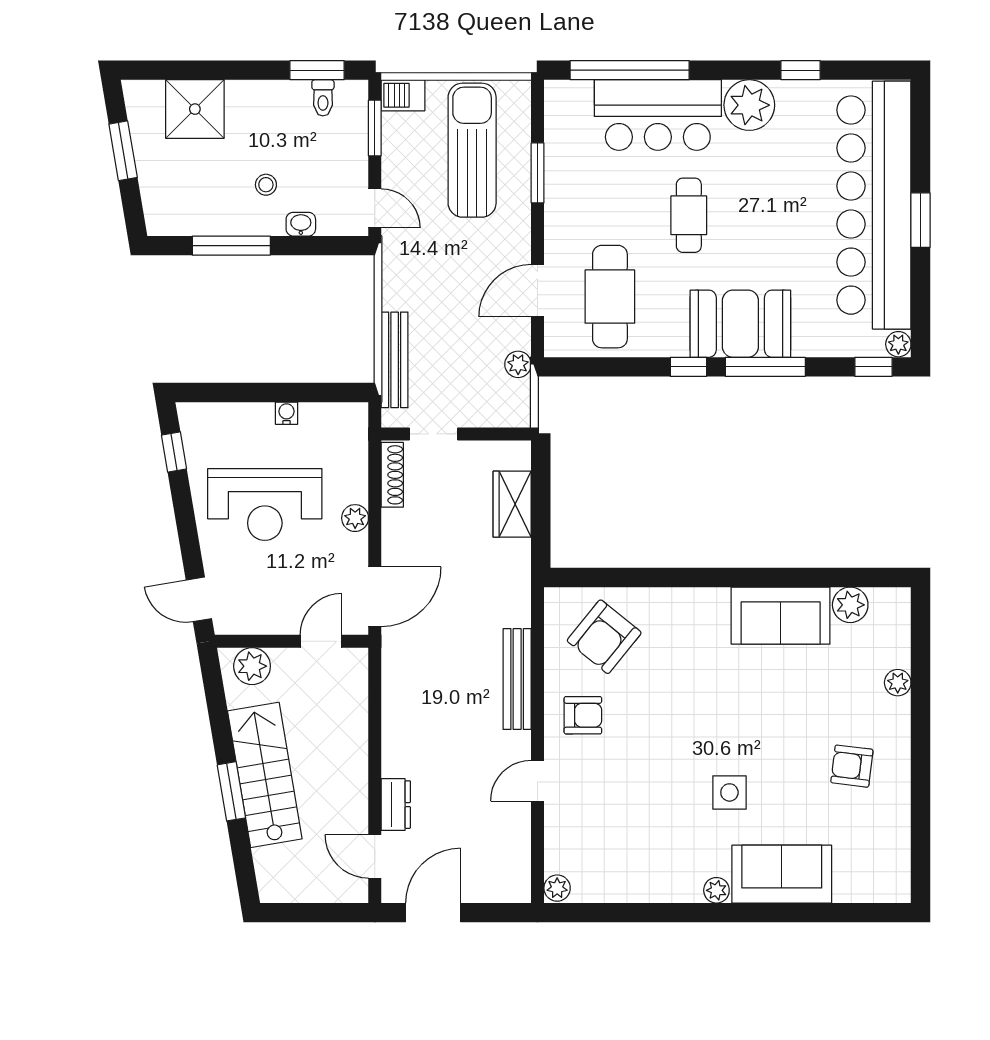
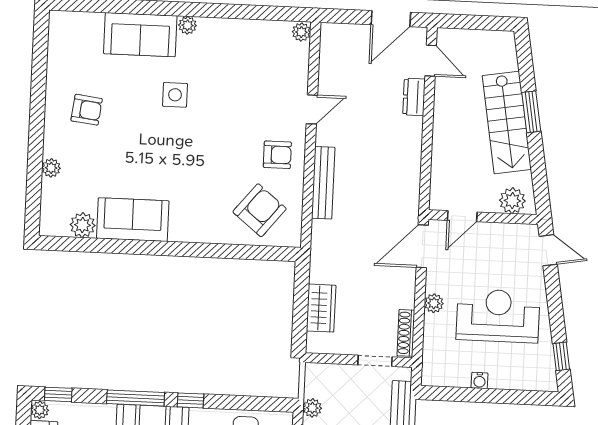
armchair: (583, 715) -> (277, 155), turned 180

